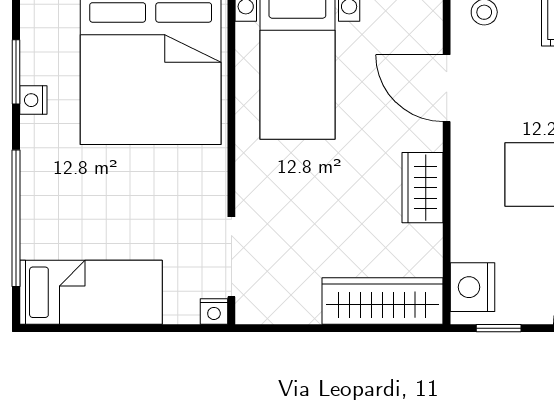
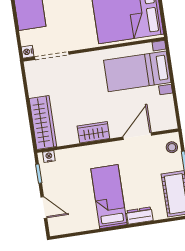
nightstand: (472, 287) -> (49, 157), width x0.53, depth x0.56

